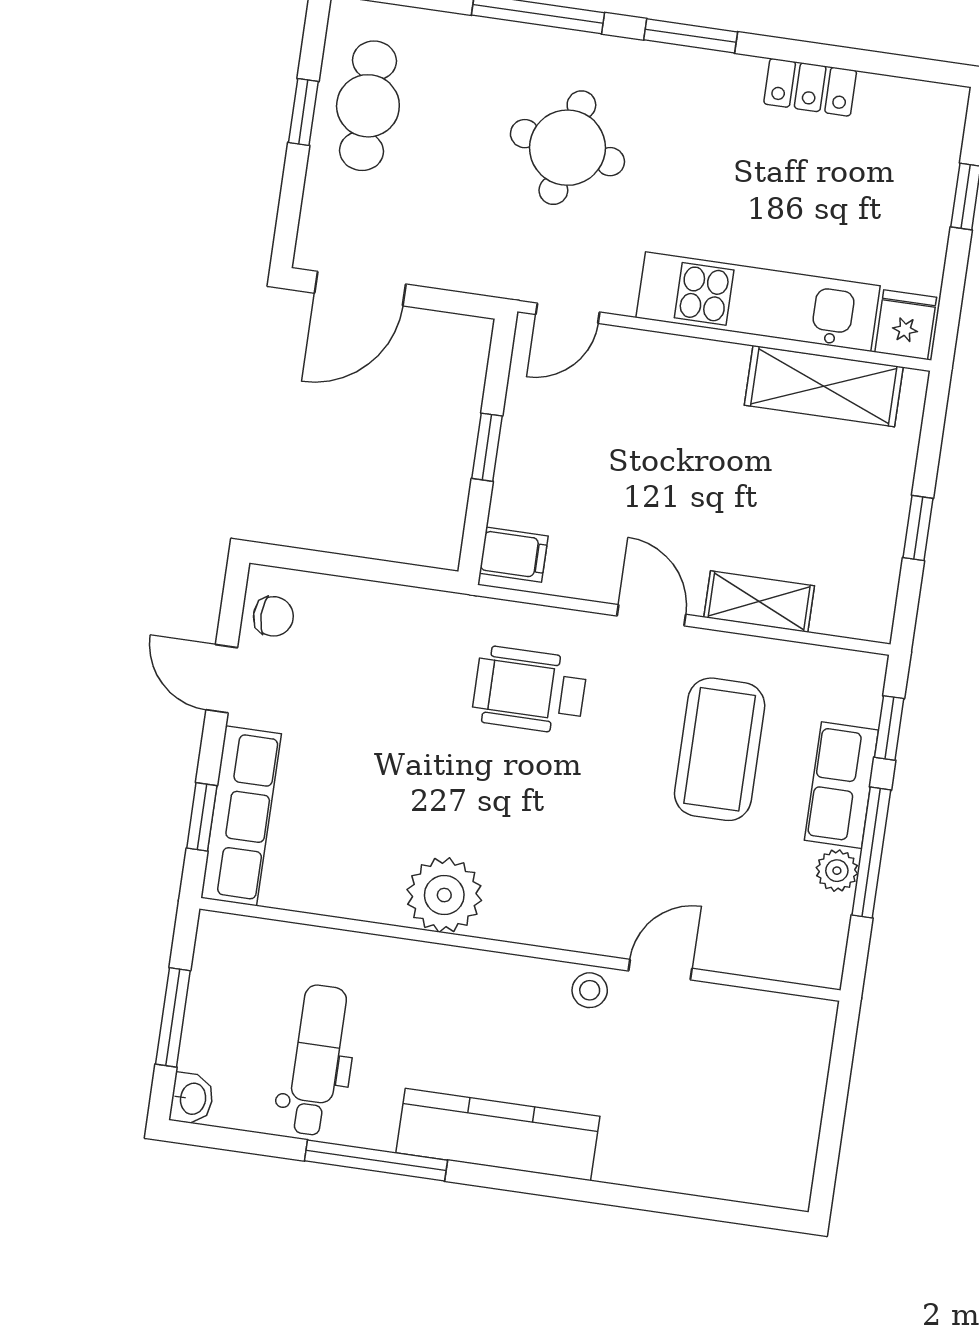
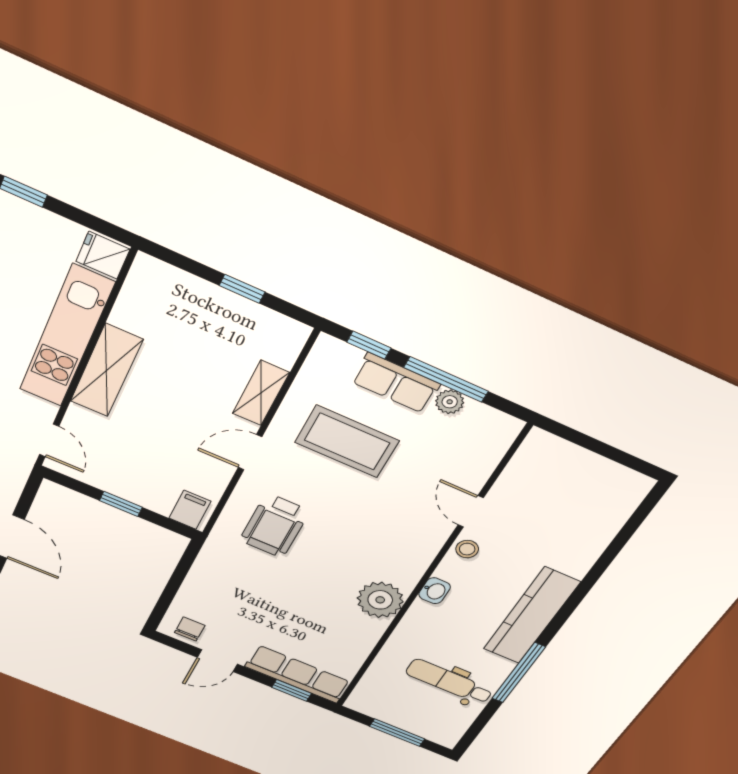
shelving: (824, 386) -> (106, 371), moved
washbasin: (192, 1099) -> (435, 591), moved, turned 90

